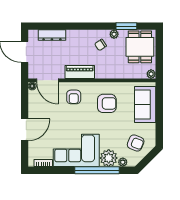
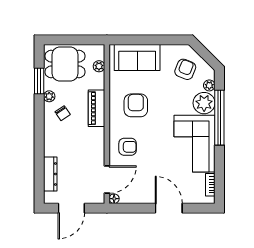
piano: (80, 72) -> (96, 108), moved
plant: (151, 74) -> (99, 66), moved

